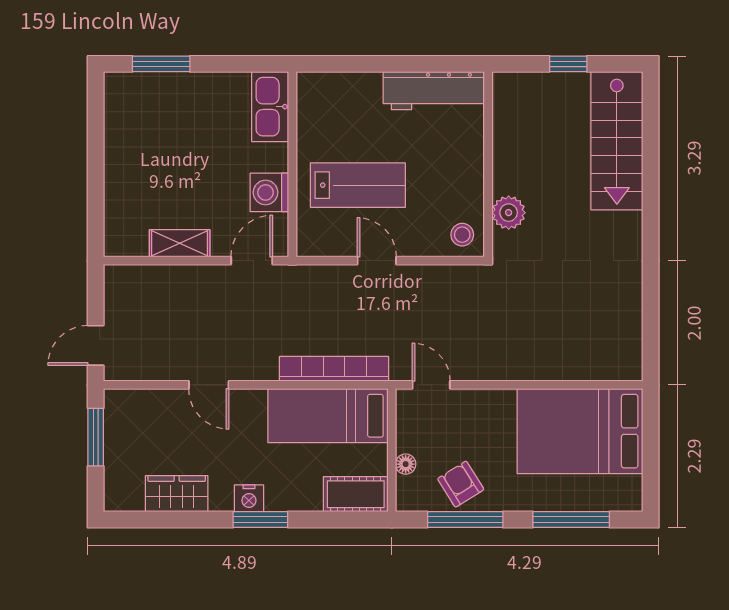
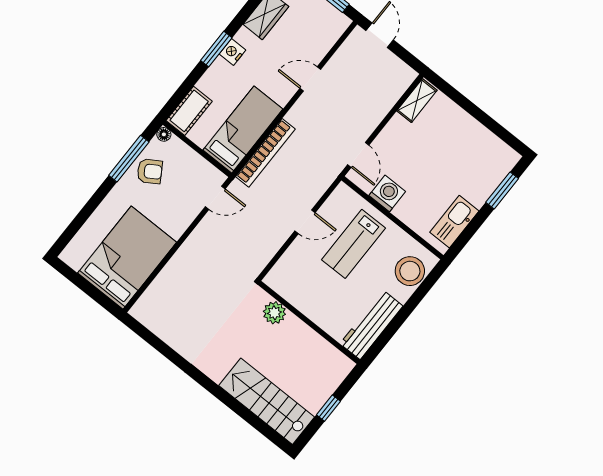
kitchen sink: (270, 107) -> (454, 222), moved, turned -90
stool: (462, 235) -> (410, 271), moved, width x1.89, depth x1.89
shelving: (180, 243) -> (417, 101), moved
floor lamp: (406, 464) -> (164, 134), moved
window: (571, 520) -> (84, 215), removed

